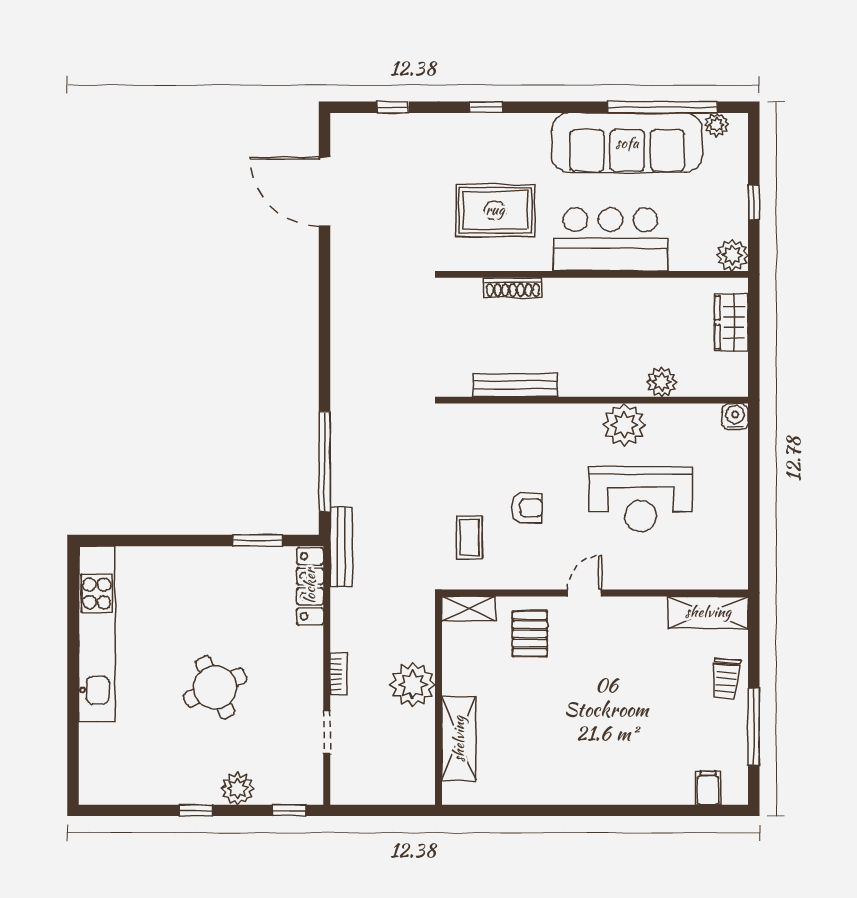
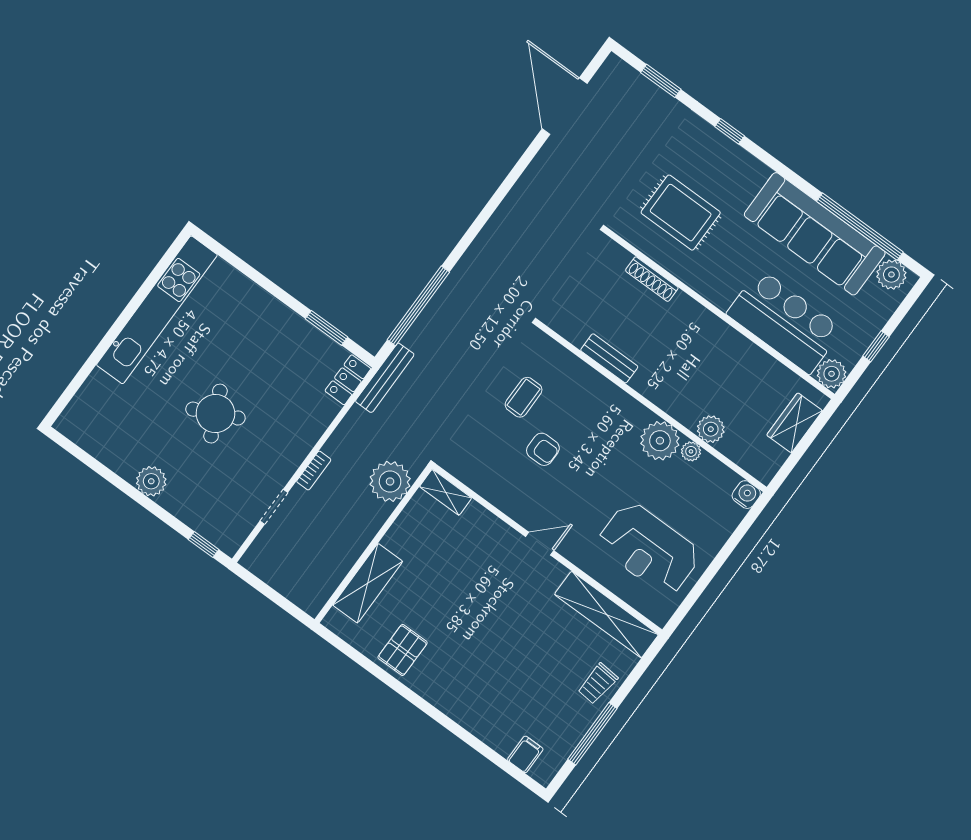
window: (393, 107) -> (661, 81), width x1.50
plant: (717, 125) -> (891, 275), width x1.38, depth x1.38
bar counter: (610, 239) -> (785, 321), moved
bench: (515, 385) -> (609, 358), width x0.73
plant: (659, 414) -> (691, 451), added
reception desk: (641, 499) -> (649, 549), moved
coffee table: (469, 537) -> (524, 397), moved
locker: (310, 586) -> (348, 380), width x0.66
shelving: (708, 612) -> (606, 615), width x1.47
pallet: (530, 634) -> (403, 650), moved
plant: (413, 685) -> (390, 481), moved
plant: (238, 788) -> (151, 481), moved
window: (196, 810) -> (135, 494), removed

